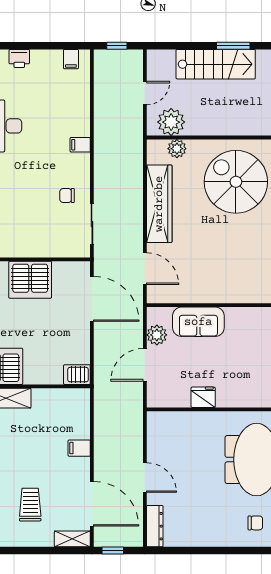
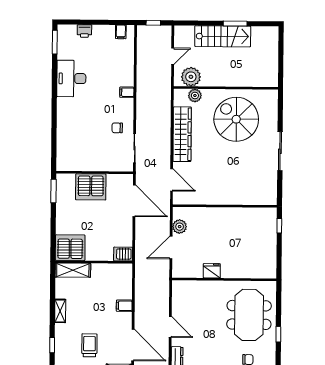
sofa: (198, 322) -> (209, 218), removed

